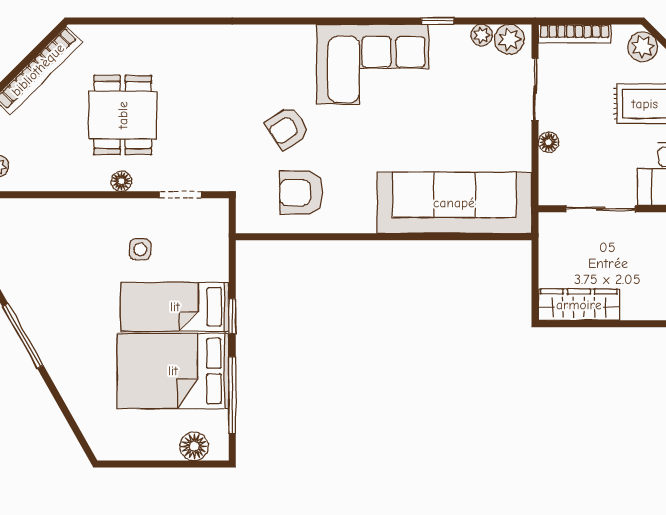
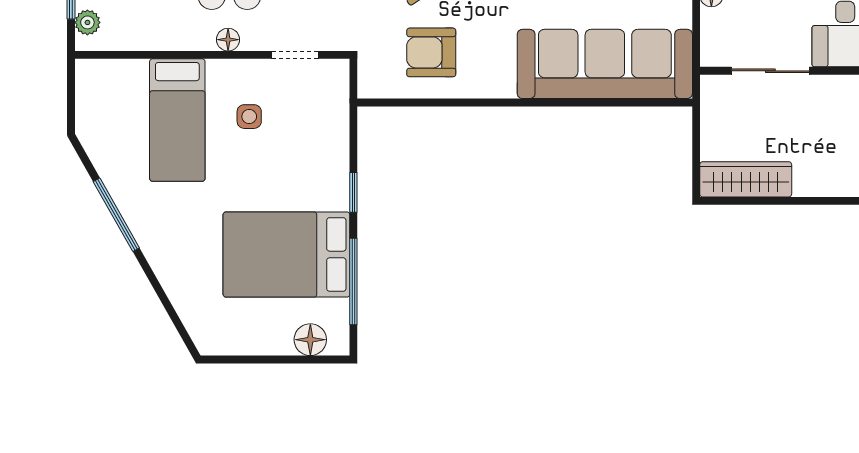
bed: (175, 307) -> (177, 120), moved, turned -90

